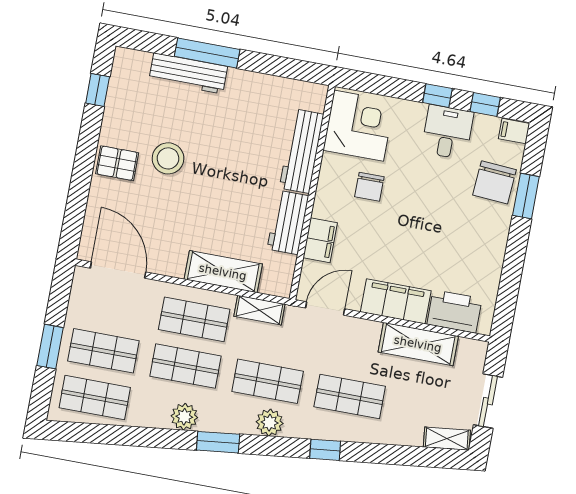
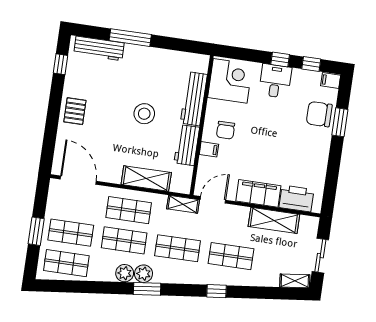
workbench: (188, 73) -> (99, 48), moved
desk: (447, 132) -> (275, 81), moved
stool: (168, 158) -> (144, 114), moved
pallet: (117, 163) -> (75, 111), turned 90
chair: (494, 182) -> (319, 114), turned 86
chair: (369, 187) -> (226, 130), moved
filing cabinet: (320, 240) -> (209, 149), width x0.50
shelving: (259, 310) -> (183, 204), moved
plant: (270, 423) -> (144, 274), moved

